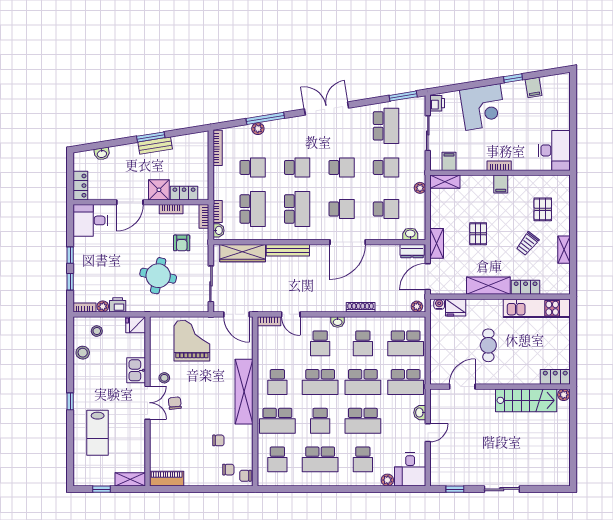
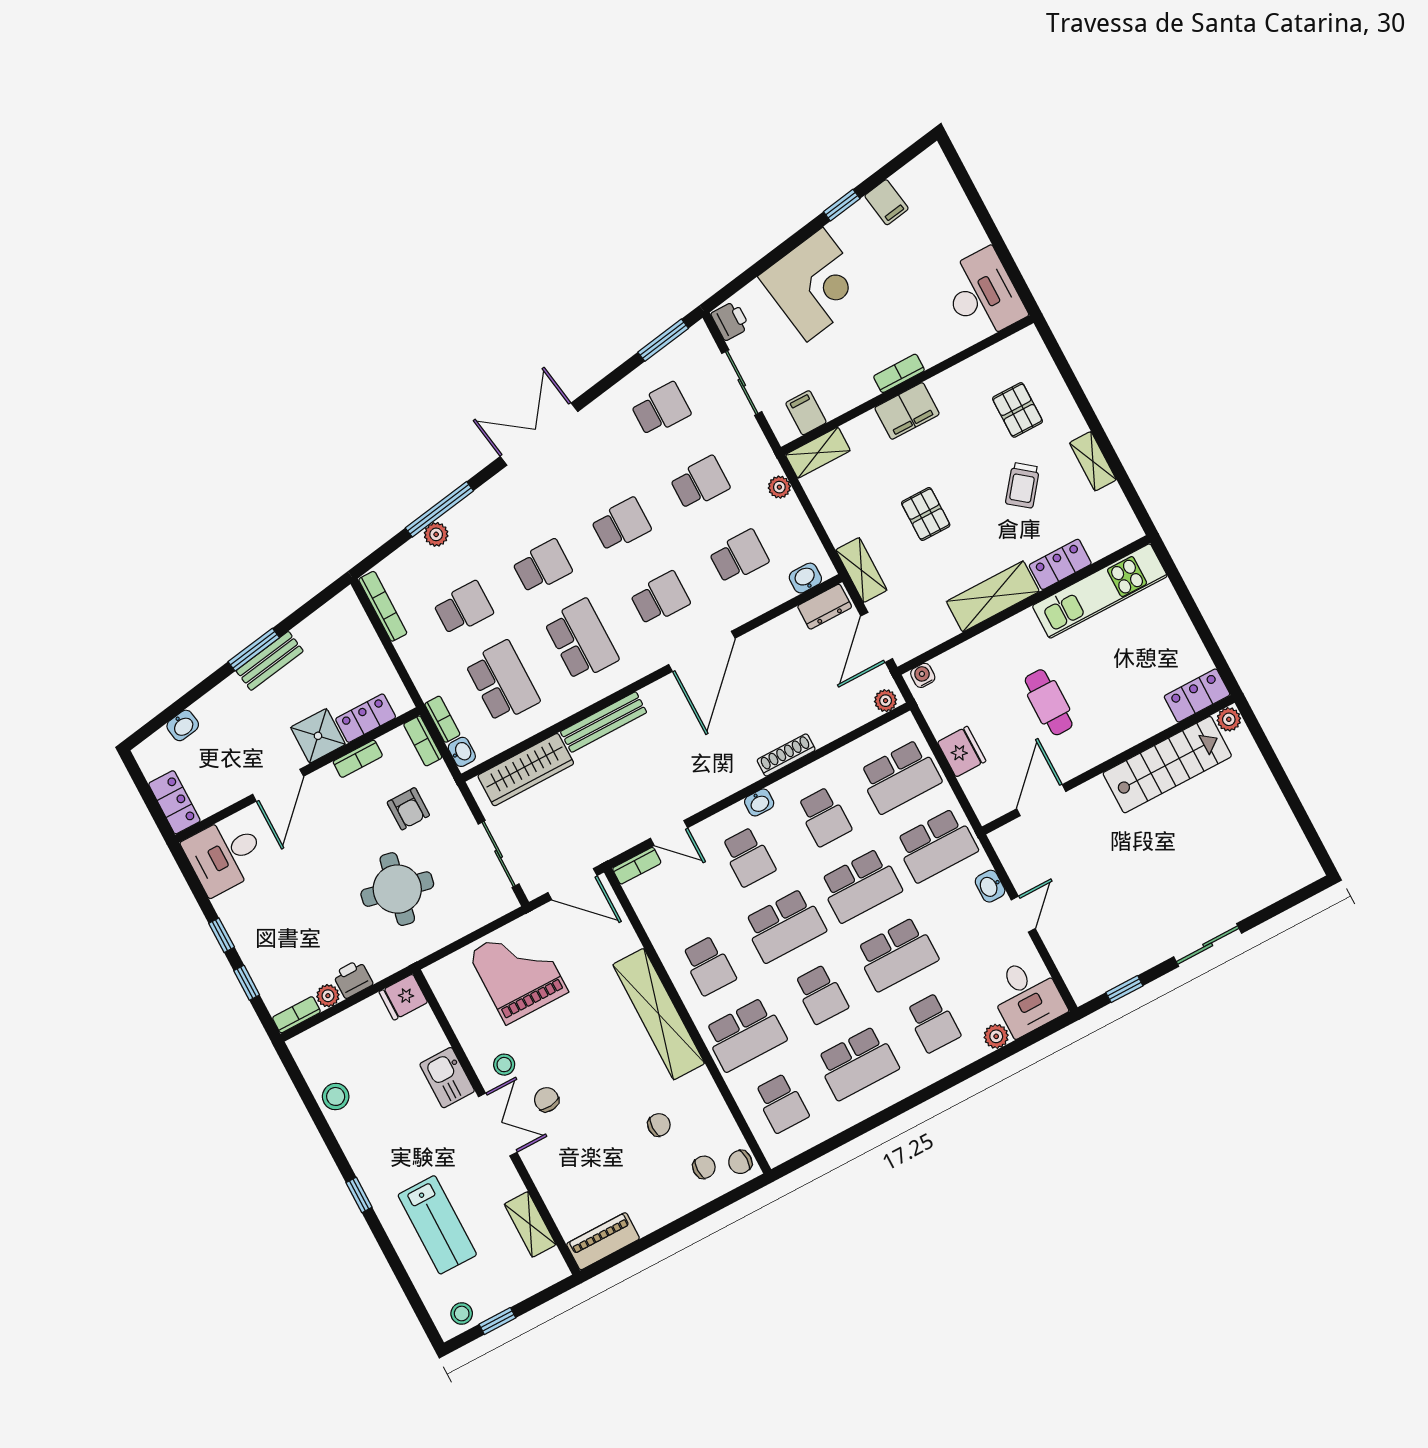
school desk: (386, 126) -> (661, 409), width x0.54
filing cabinet: (501, 184) -> (907, 411), width x2.00
fridge: (456, 307) -> (962, 752), moved, turned -90
stool: (97, 331) -> (462, 1313), moved
shelving: (130, 479) -> (530, 1224), moved, turned 90

